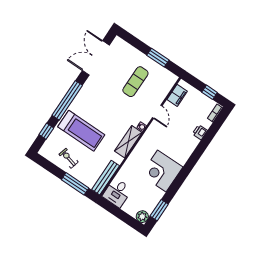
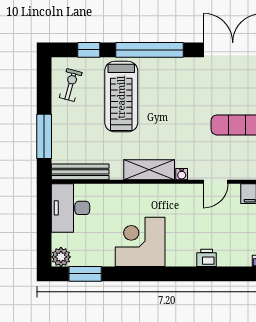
printer: (200, 132) -> (207, 258), moved
exercise bike: (69, 158) -> (71, 85), moved
desk: (117, 193) -> (70, 208), width x1.37

